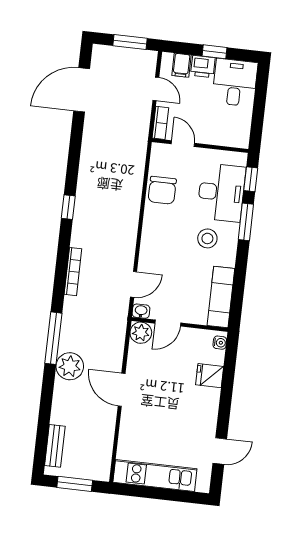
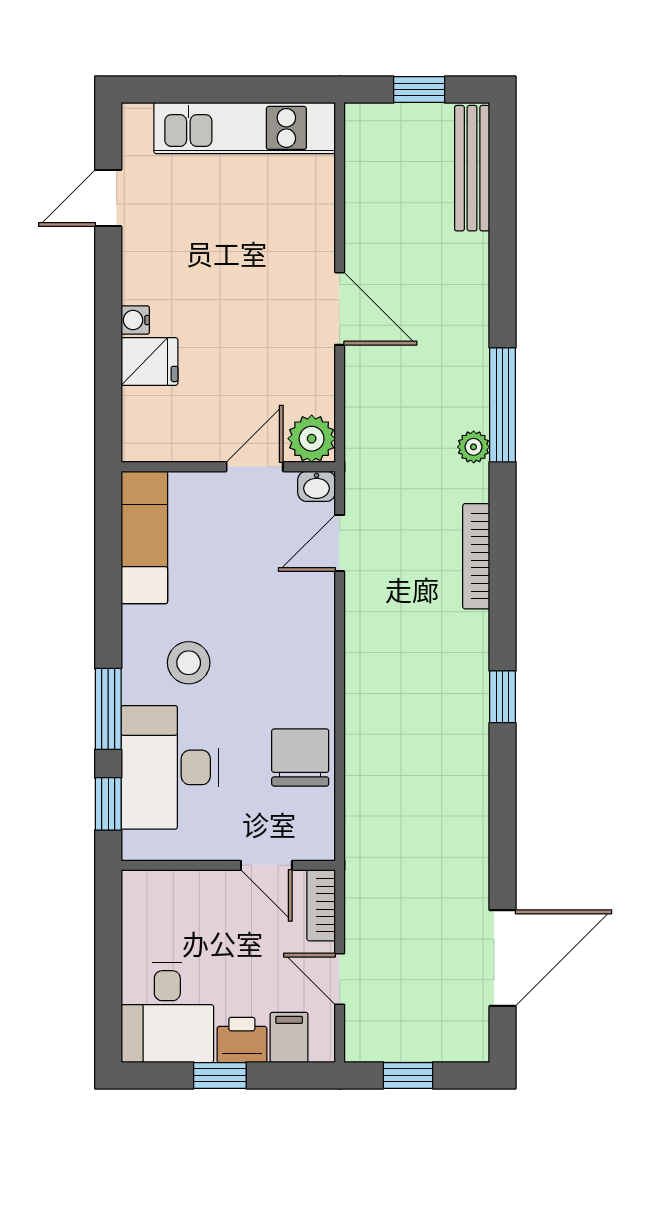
window: (130, 42) -> (408, 1075), width x0.67
water cooler: (220, 343) -> (135, 320), moved
plant: (70, 366) -> (474, 447), moved, width x0.53, depth x0.53
bench: (55, 446) -> (472, 168), width x1.36
window: (75, 484) -> (419, 90), width x0.67

